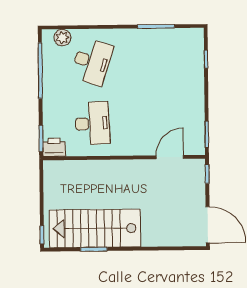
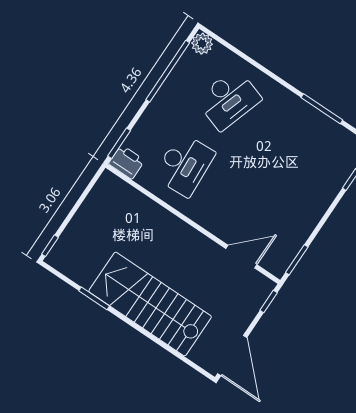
plant: (62, 38) -> (202, 44), moved
stairs: (95, 228) -> (150, 304), moved

